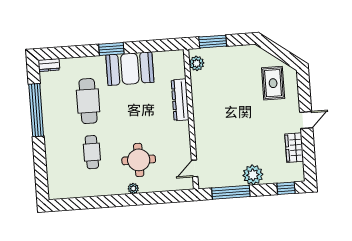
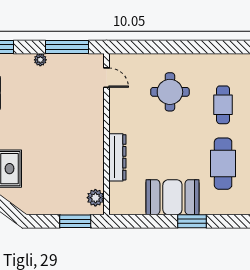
door: (195, 168) -> (107, 78), hinge flipped
plant: (253, 175) -> (40, 60), width x0.53, depth x0.53
plant: (133, 188) -> (179, 60), removed

